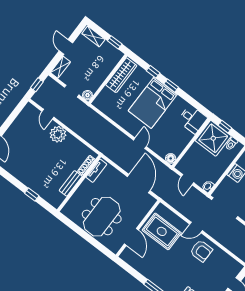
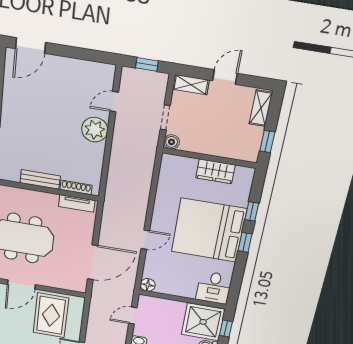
wardrobe: (121, 75) -> (216, 171), width x0.67
bed: (153, 103) -> (209, 230), width x1.36

